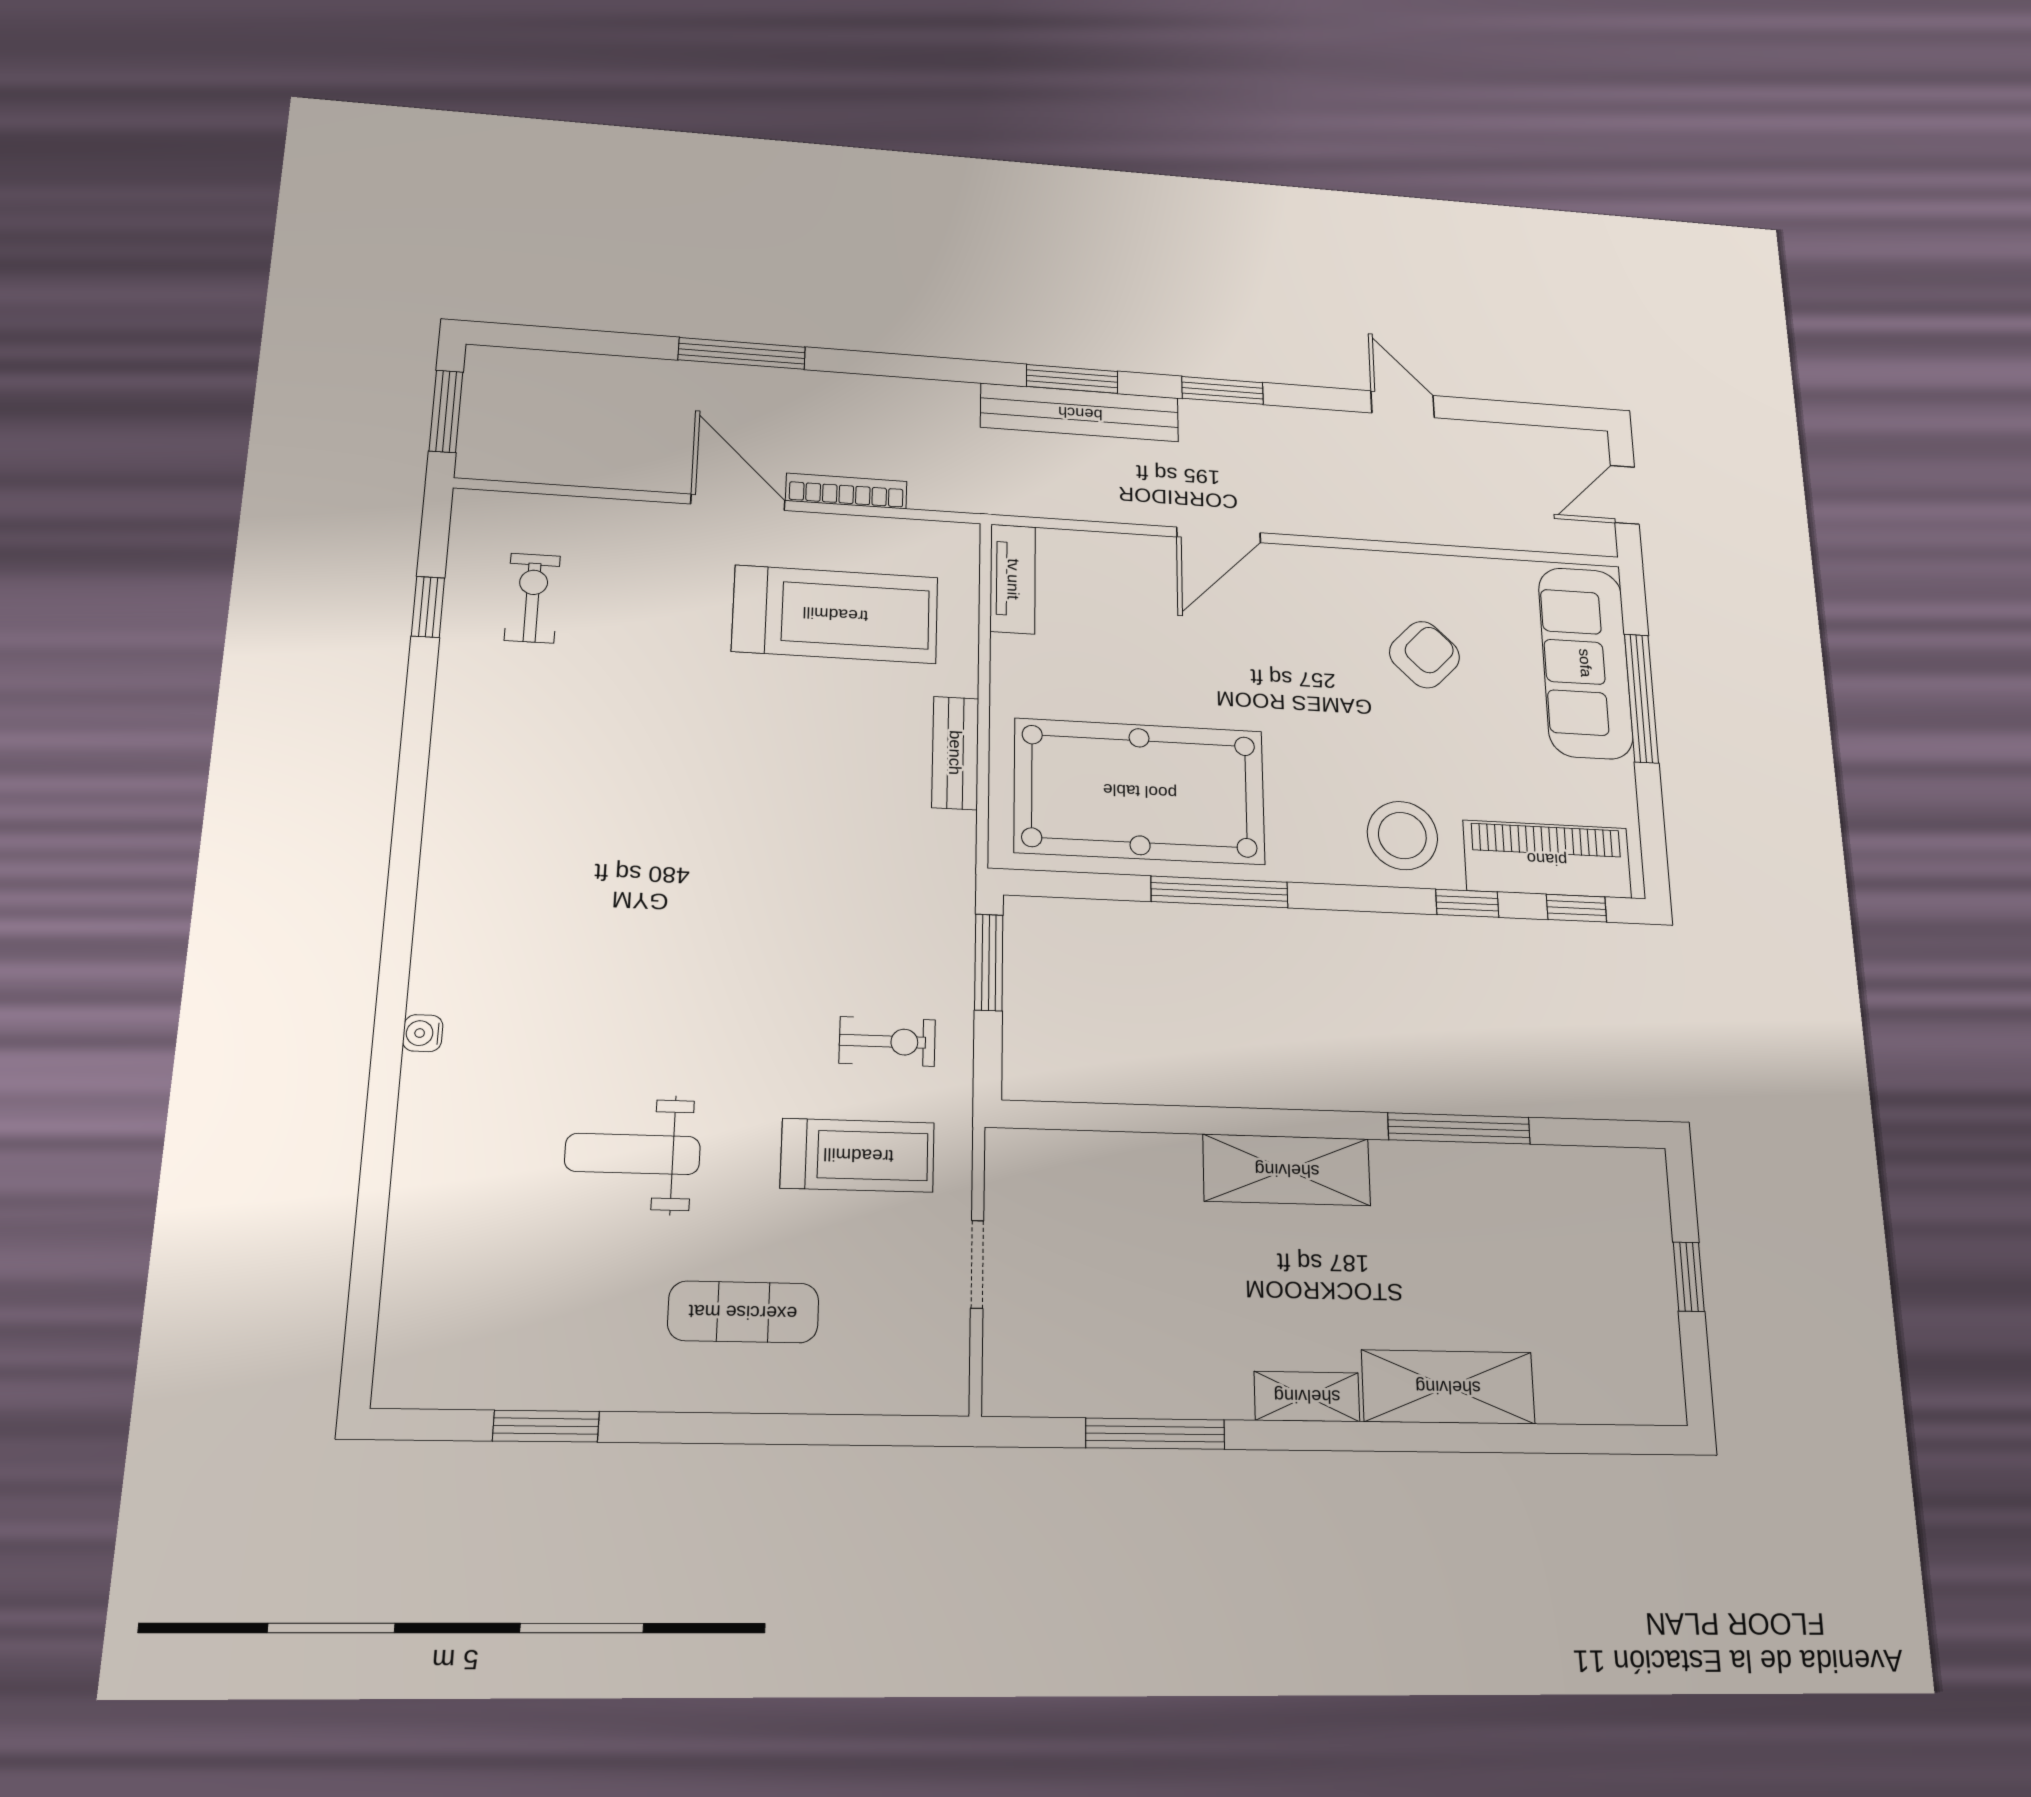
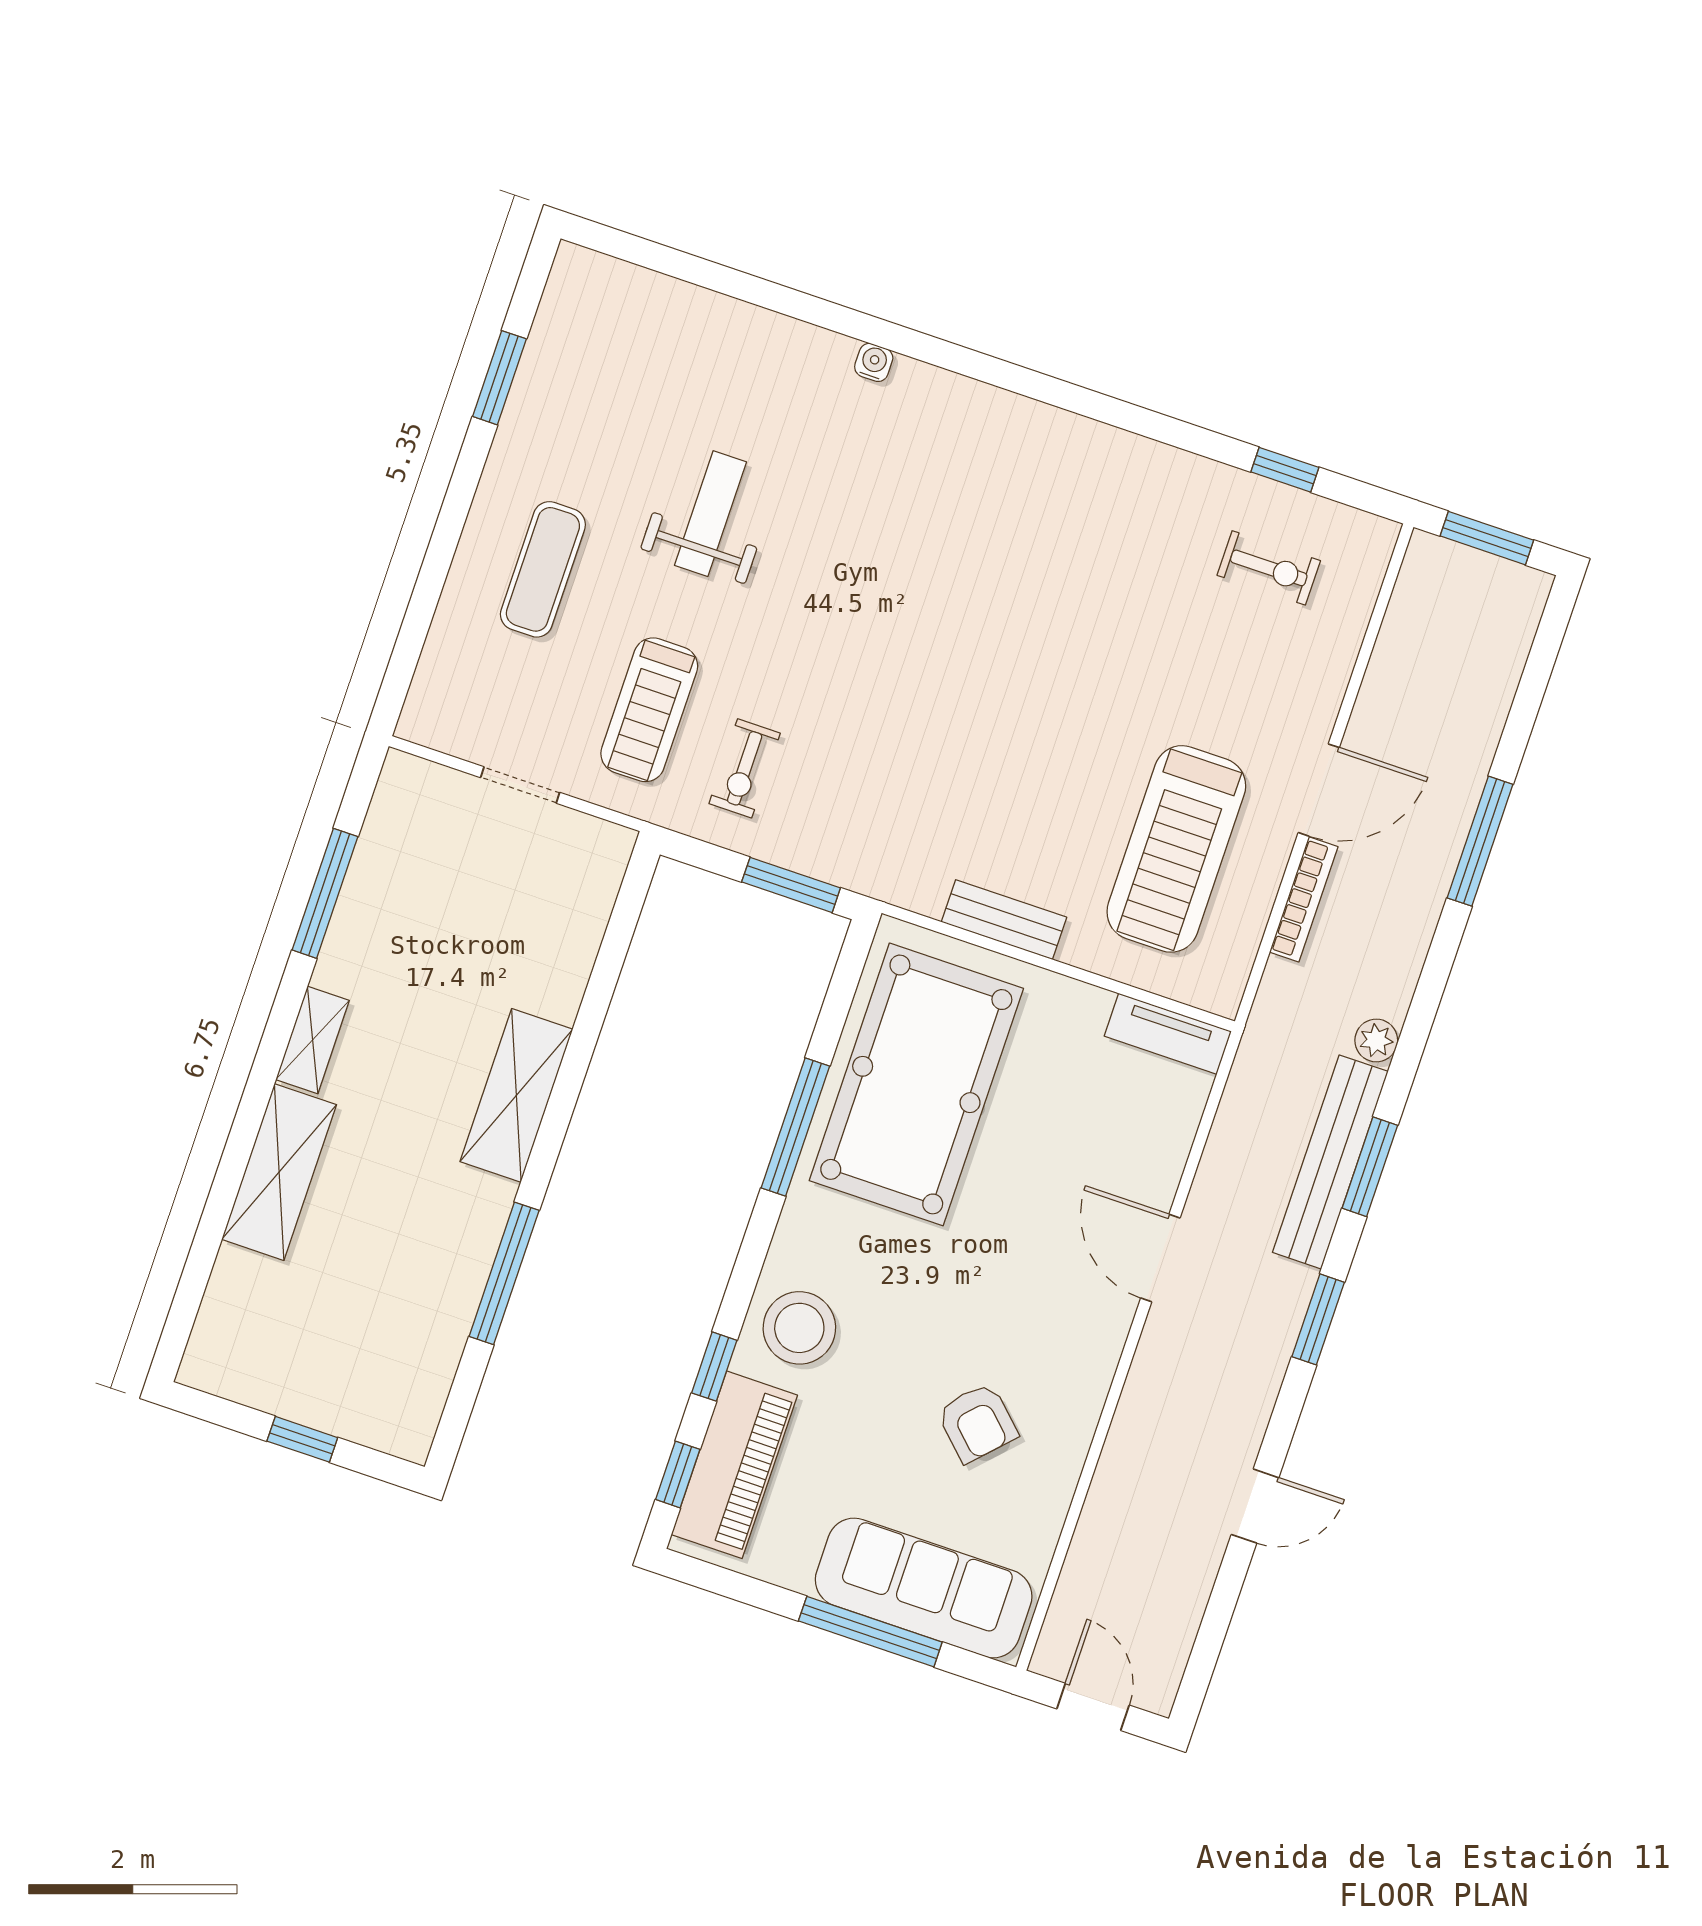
plant: (956, 399) -> (1376, 1040), added

